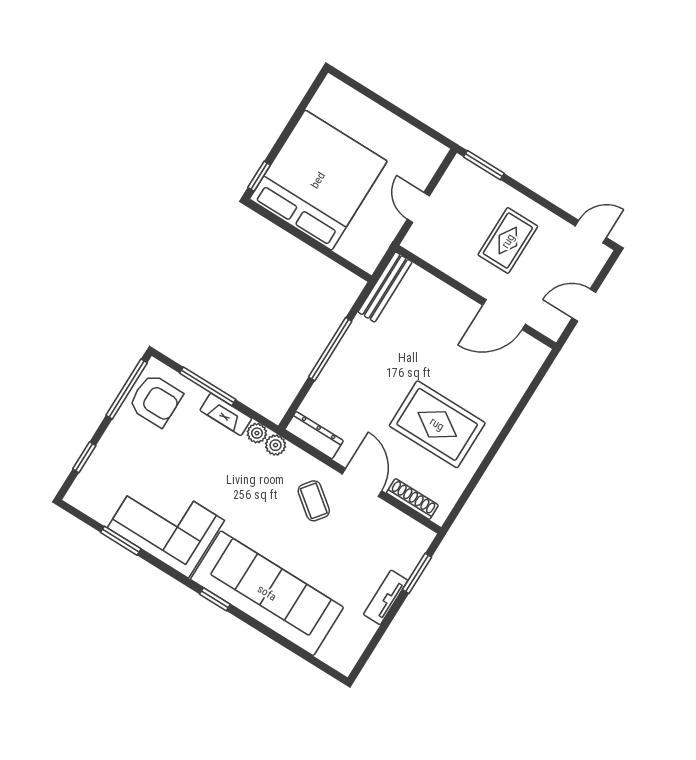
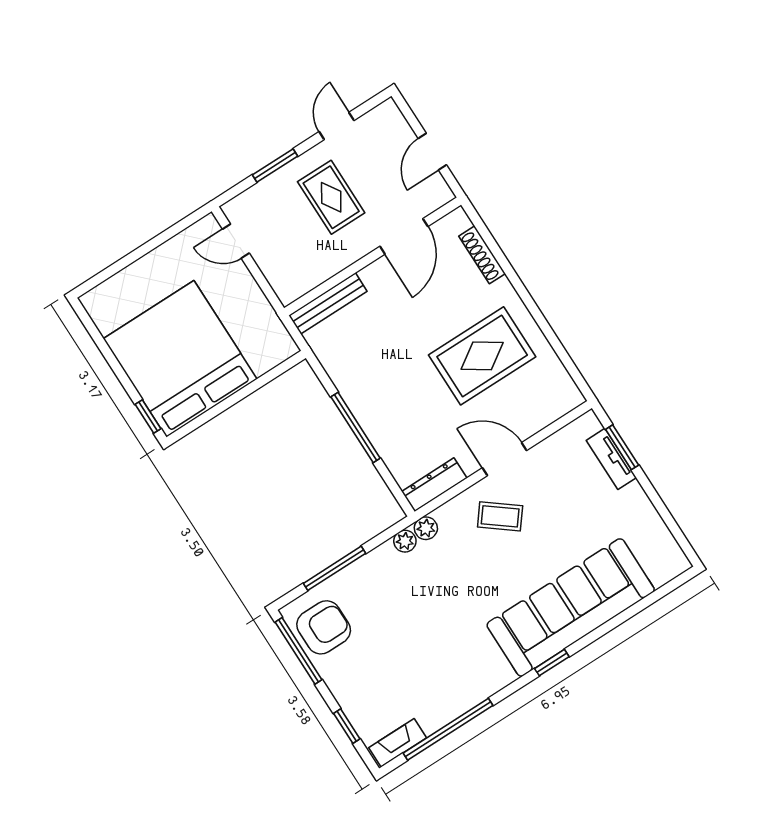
window: (484, 165) -> (275, 165), moved
door: (418, 207) -> (236, 241), moved
door: (591, 232) -> (337, 126), moved
bench: (385, 287) -> (328, 303), moved, turned 90
fireplace: (226, 414) -> (398, 743), moved, turned 180
shoe rack: (412, 499) -> (482, 255), moved, turned -90
corner sofa: (166, 524) -> (453, 676), removed
window: (121, 541) -> (448, 729), width x2.11
tv unit: (386, 597) -> (611, 459), moved

